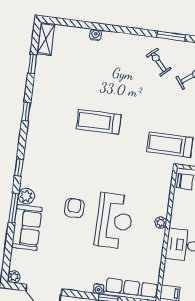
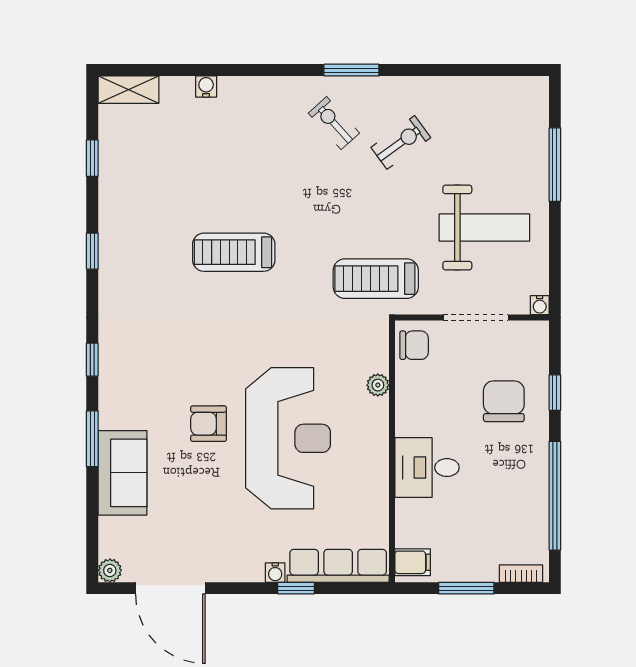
shelving: (46, 39) -> (128, 90), moved, turned 90
plant: (26, 196) -> (113, 413), removed
armchair: (74, 208) -> (208, 424), turned -90
reception desk: (114, 221) -> (288, 438), width x1.36, depth x1.30
plant: (161, 223) -> (378, 385), moved

